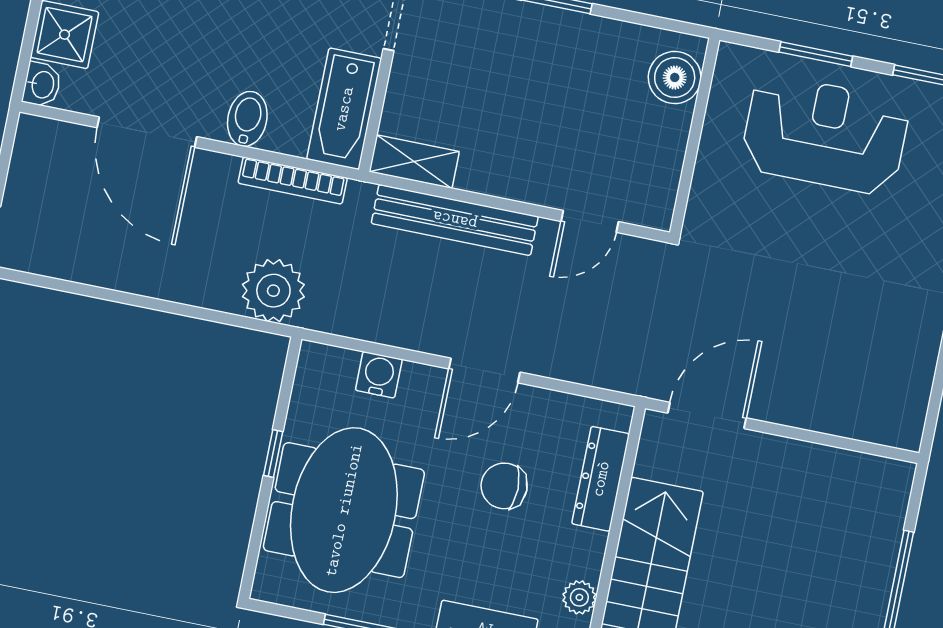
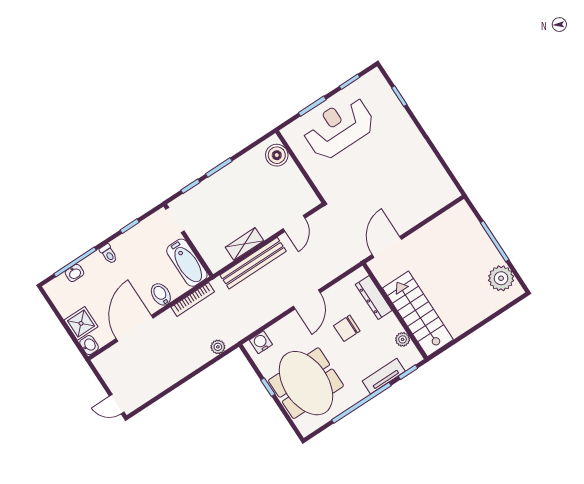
door: (147, 132) -> (135, 328), swing flipped
shelving: (414, 162) -> (244, 244), moved
plant: (273, 291) -> (218, 347), width x0.53, depth x0.53
water cooler: (379, 375) -> (261, 342), moved

